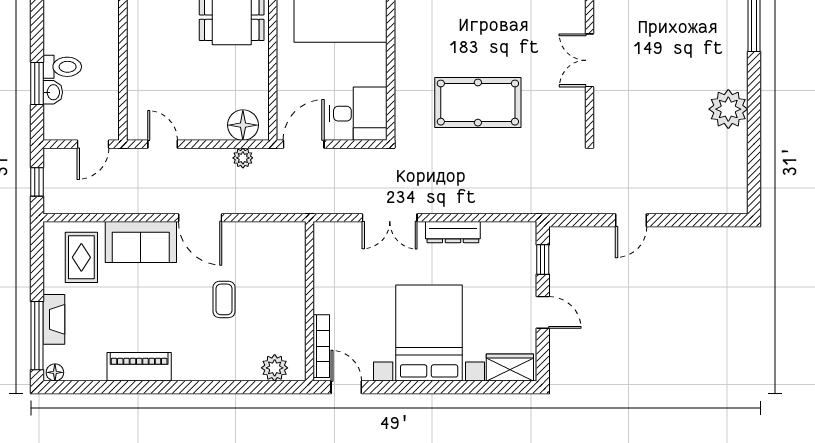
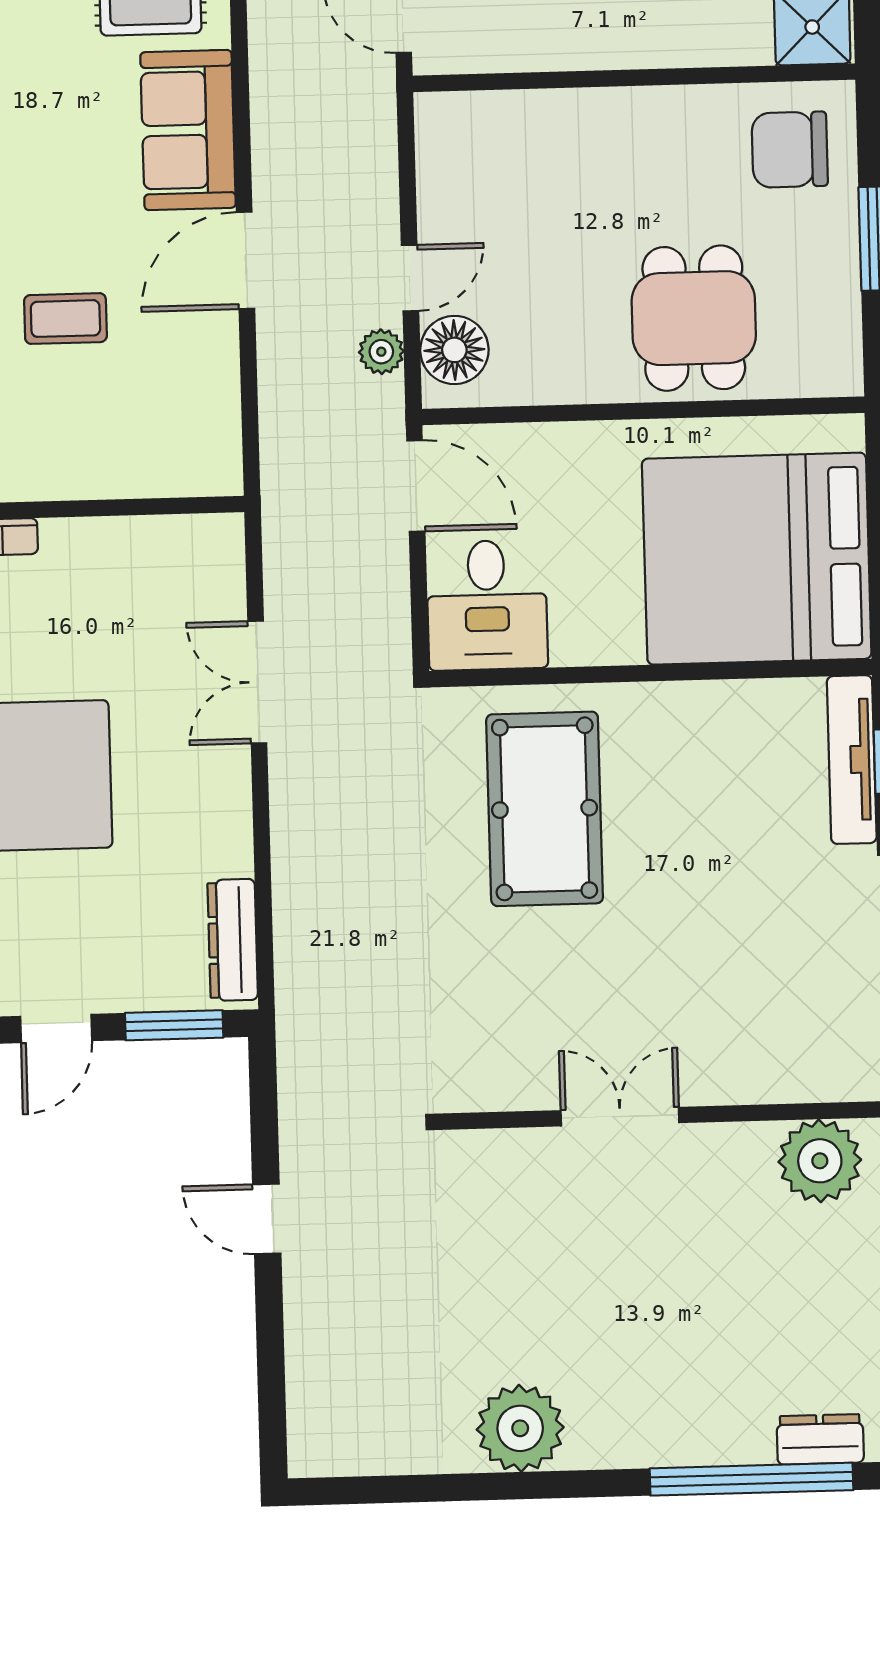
pool table: (478, 103) -> (545, 809), moved
door: (163, 144) -> (410, 278), moved
dresser: (453, 232) -> (233, 940), moved
window: (543, 259) -> (174, 1025), width x1.50

